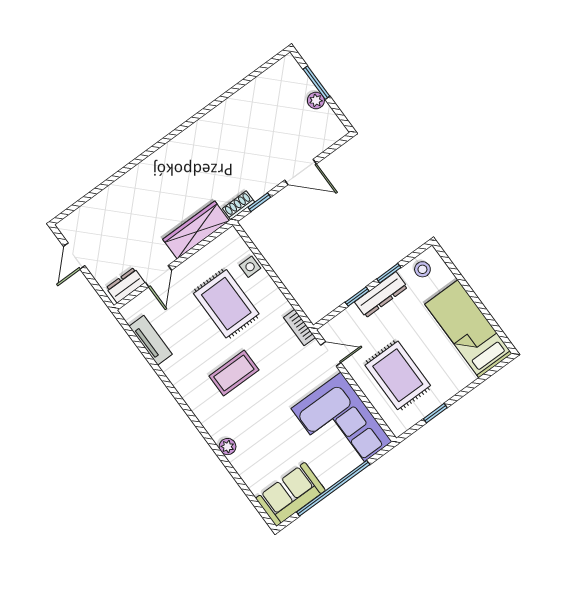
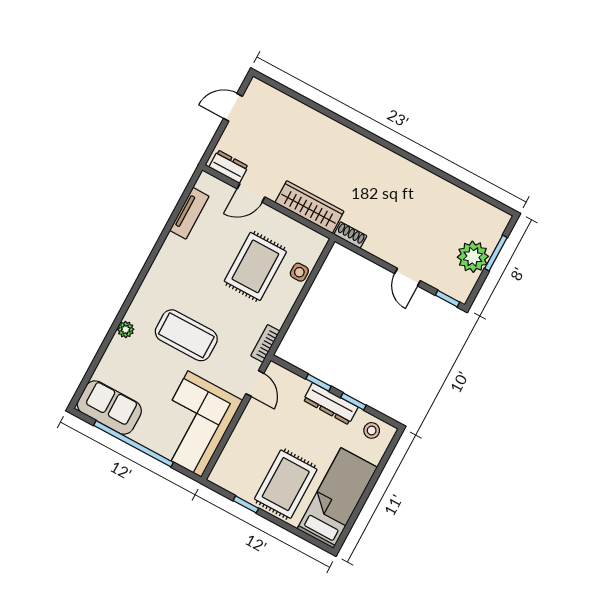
plant: (316, 100) -> (473, 257), width x1.87, depth x1.87
door: (300, 172) -> (408, 277), width x0.73
window: (259, 202) -> (448, 299), moved
coffee table: (234, 373) -> (186, 335), moved, width x1.36, depth x1.32
rug: (398, 375) -> (286, 484), moved

